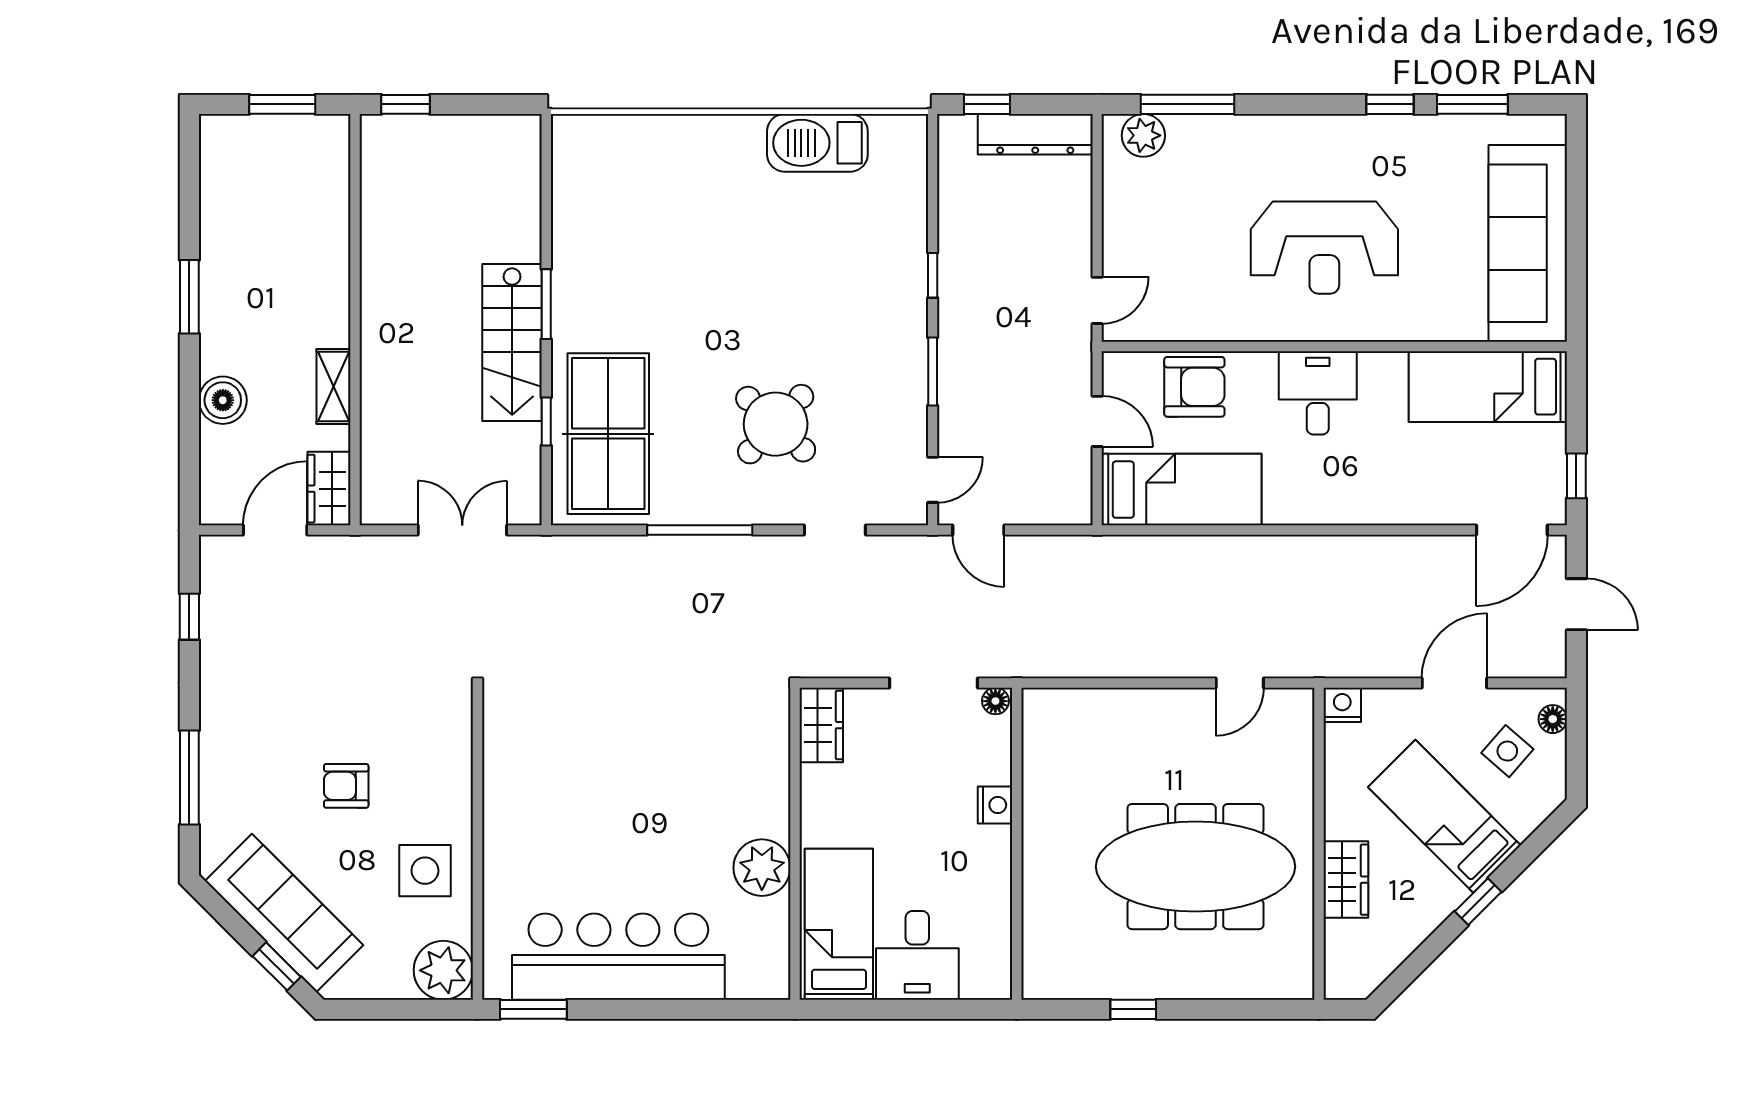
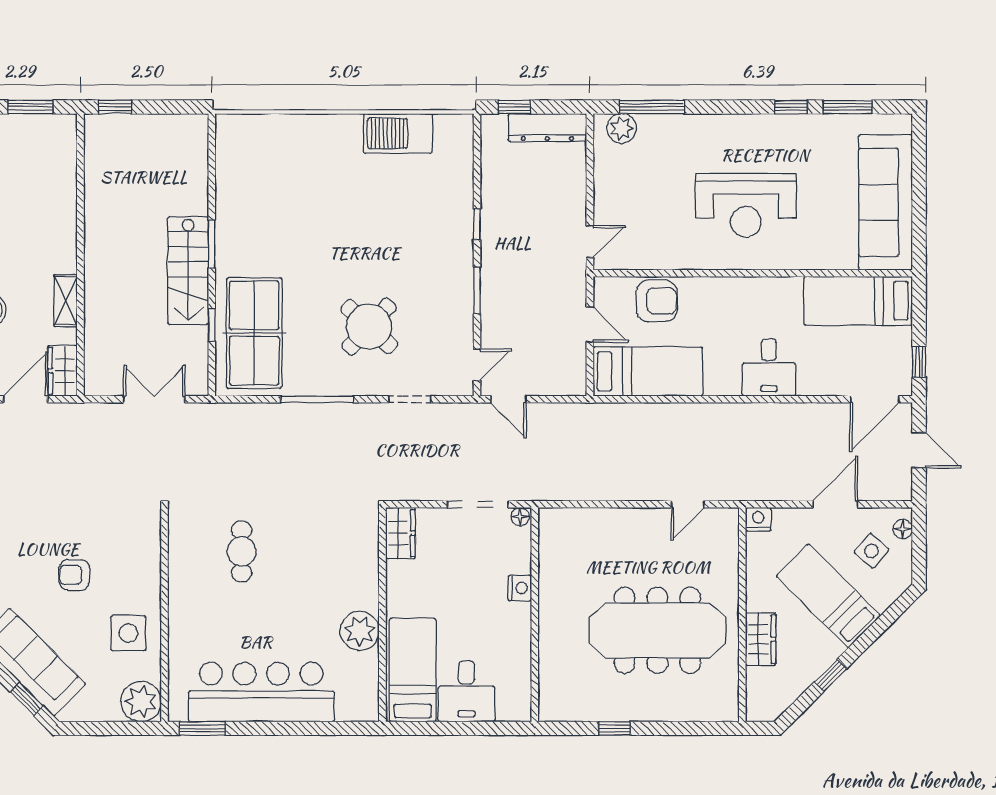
desk: (1318, 393) -> (769, 367), moved, turned 180
cafe table: (590, 752) -> (242, 551), added
window: (1478, 902) -> (830, 676), moved

